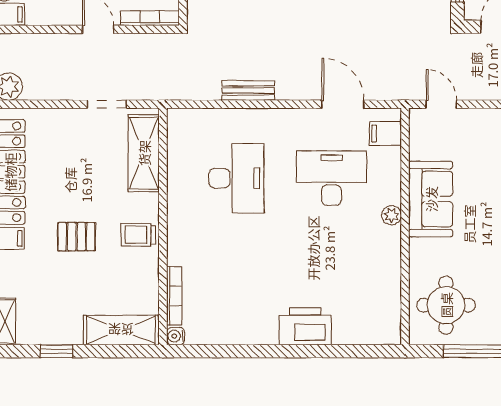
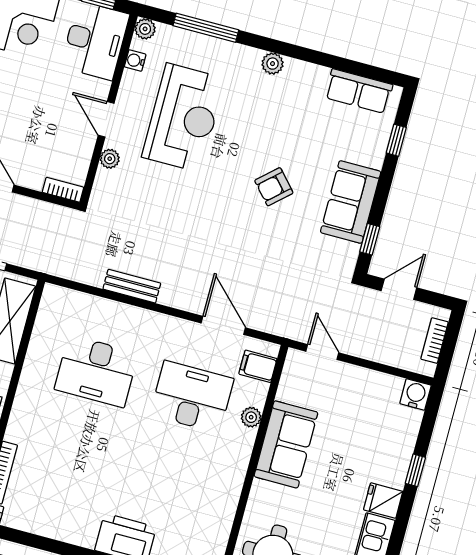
bookcase: (150, 18) -> (63, 190), width x0.64
desk: (236, 178) -> (96, 371), turned 90
plant: (392, 215) -> (251, 417), moved

